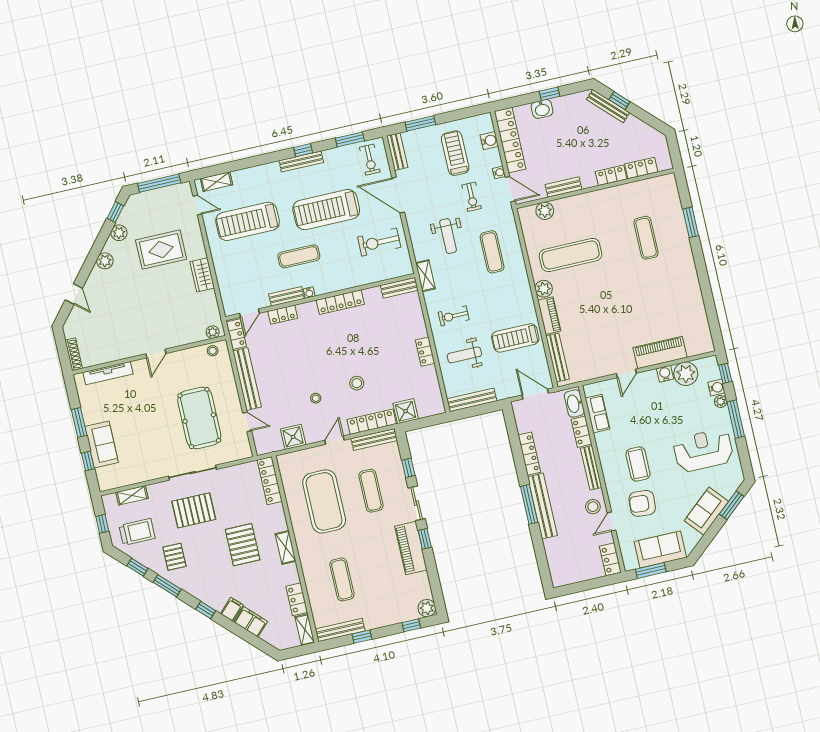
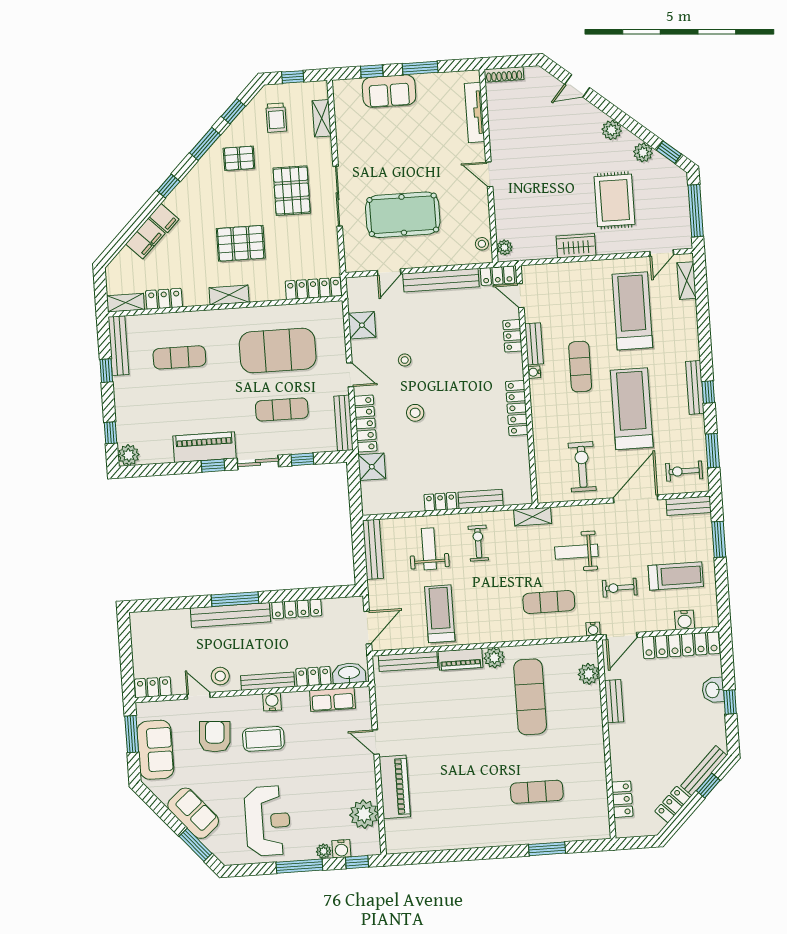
water cooler: (499, 172) -> (593, 629), moved
locker: (611, 175) -> (672, 804), moved, turned -135
bench: (399, 288) -> (481, 499), moved, turned 90
water cooler: (665, 374) -> (272, 702), moved, turned -90
trolley: (137, 532) -> (276, 118), width x0.73, depth x0.72

